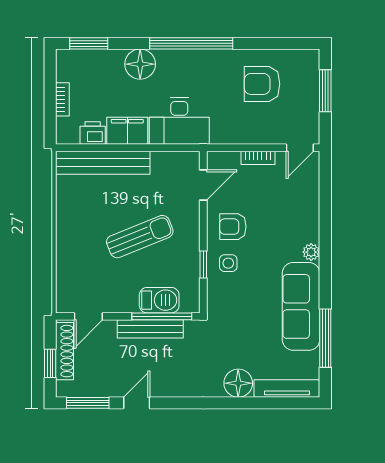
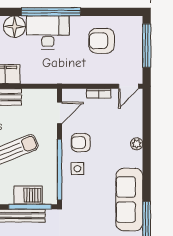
window: (325, 91) -> (147, 46), width x1.44
desk: (179, 121) -> (48, 32), moved, turned 180
plant: (311, 252) -> (137, 144), moved
window: (203, 264) -> (60, 170), width x3.17

